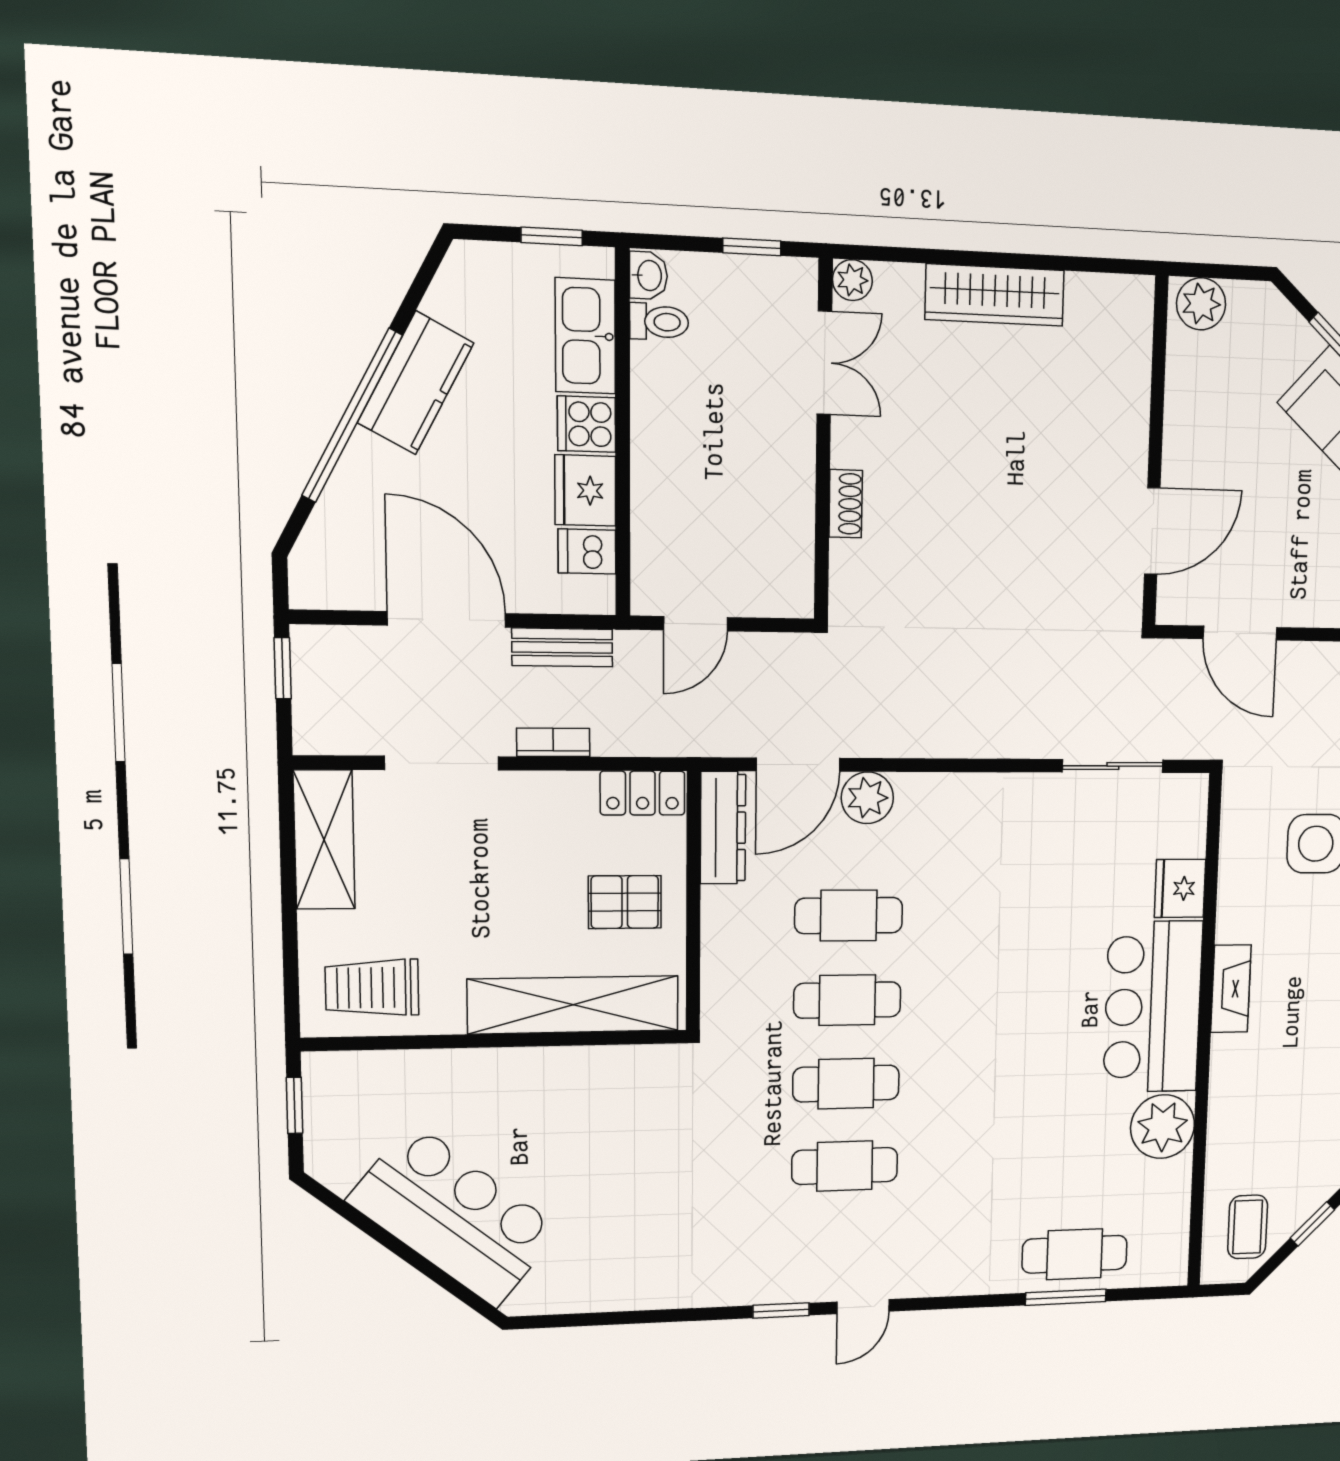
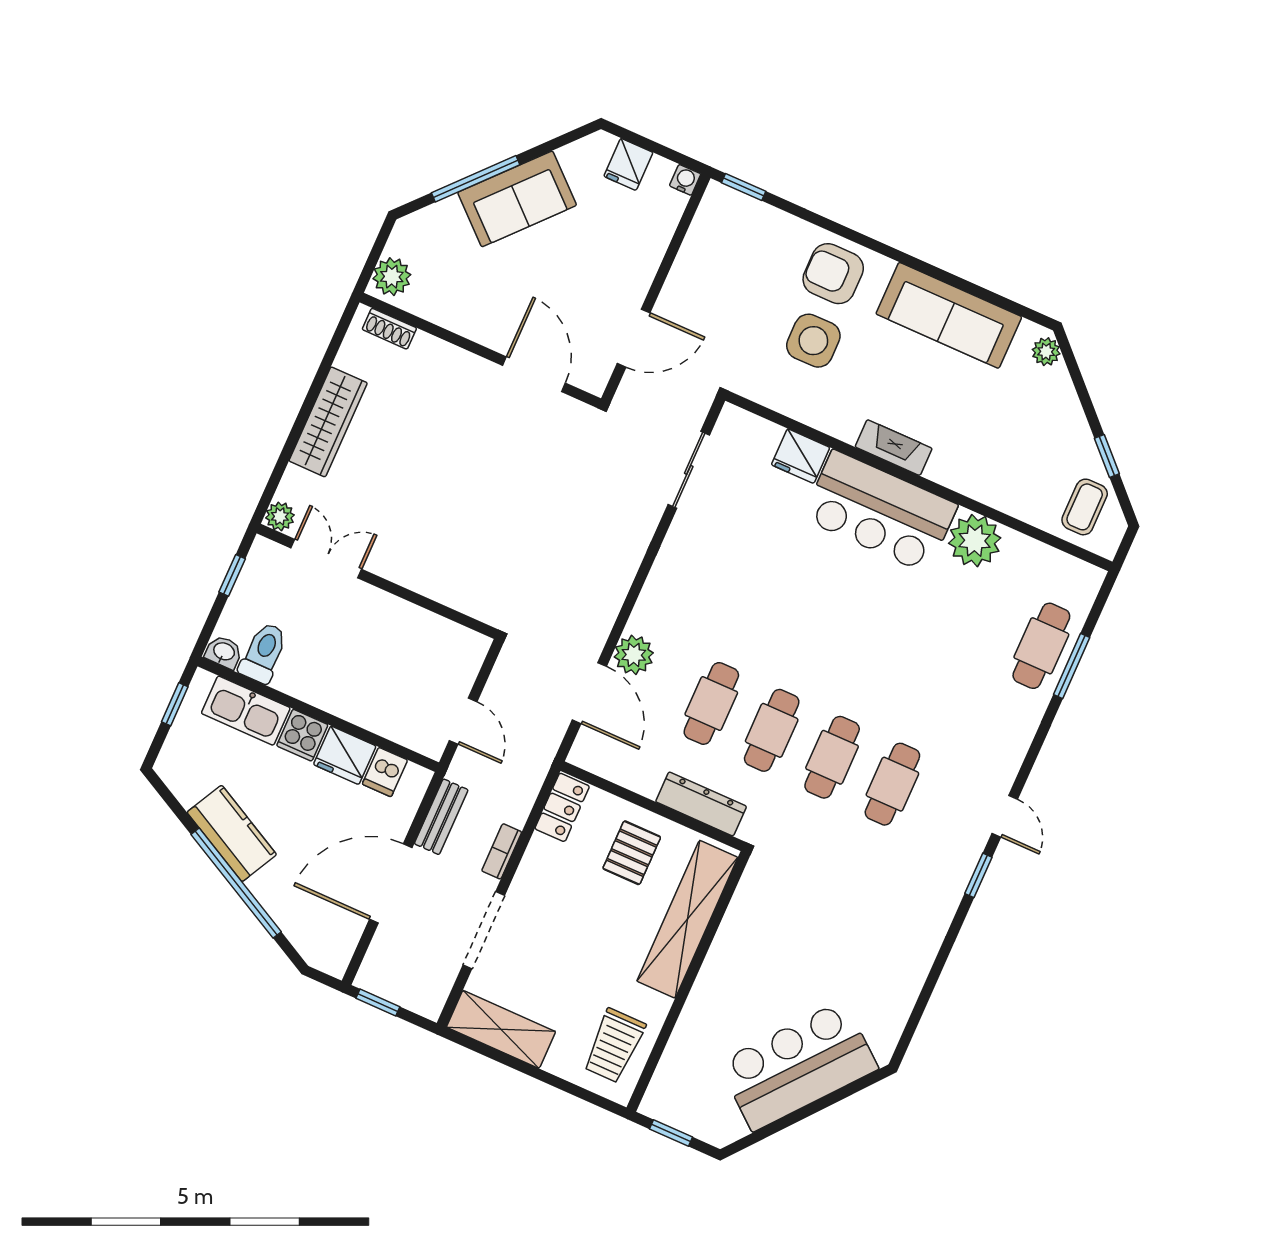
toilet: (659, 322) -> (263, 653), width x1.37, depth x1.39
shoe rack: (846, 504) -> (389, 329), moved, turned 180
dresser: (723, 828) -> (701, 804), moved
coffee table: (1248, 1227) -> (1085, 507), turned 90

